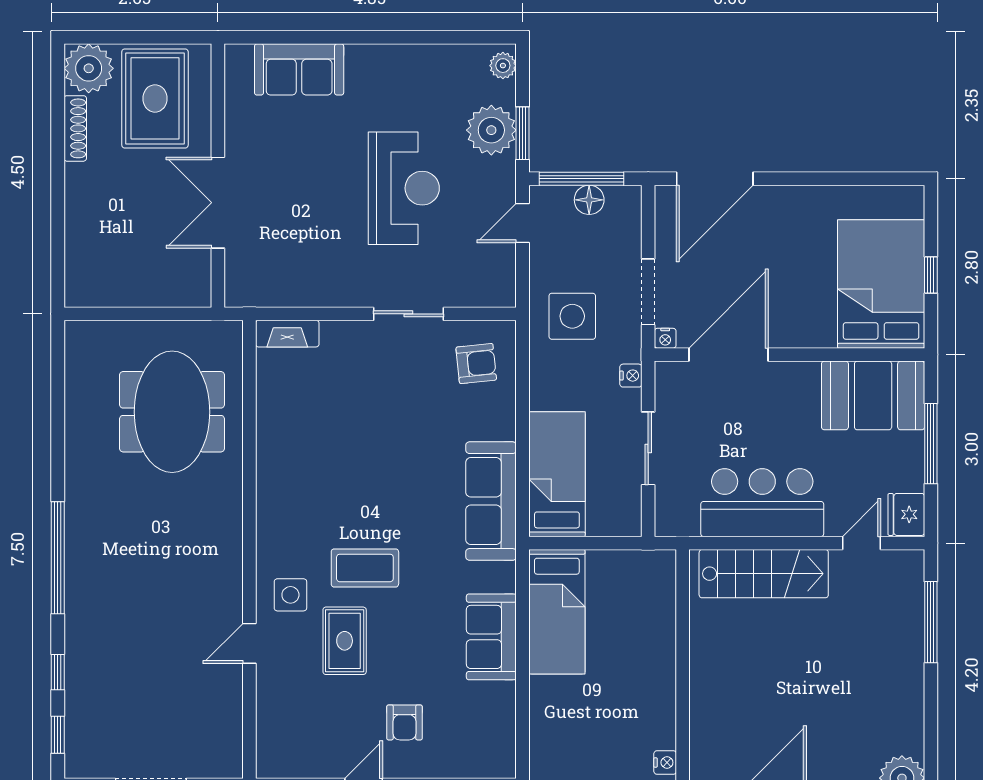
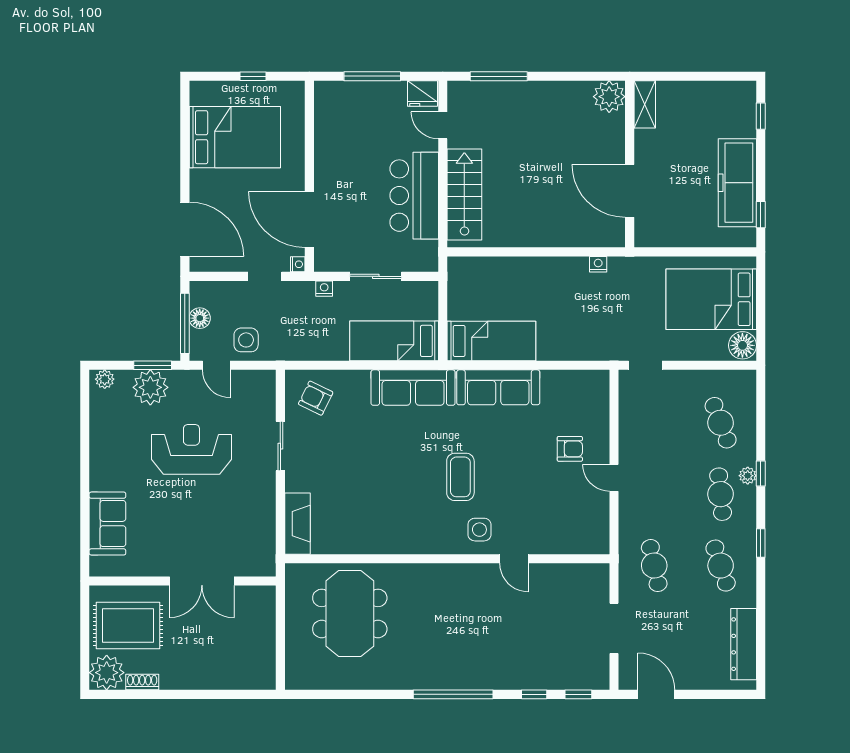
shoe rack: (75, 128) -> (142, 682), width x0.70
bed: (881, 284) -> (235, 137), moved, turned 180
doorway: (648, 292) -> (265, 276), width x0.73
side table: (572, 316) -> (246, 340), moved, width x0.73, depth x0.73
fireplace: (287, 334) -> (298, 524), width x1.37, depth x1.32
armchair: (476, 364) -> (316, 398), turned -58
booth: (873, 395) -> (338, 117), removed
meeting table: (172, 412) -> (350, 613), turned 90
sofa: (491, 637) -> (498, 387), width x1.36
rug: (345, 641) -> (512, 491), removed

